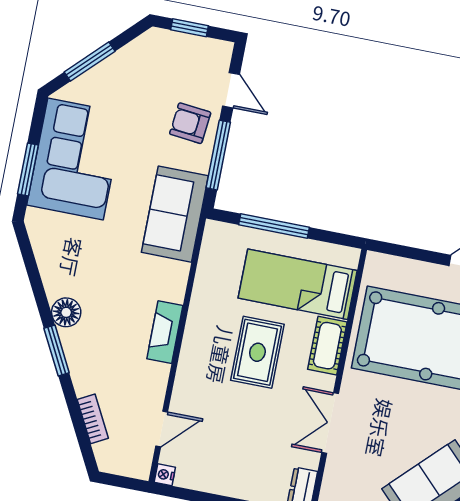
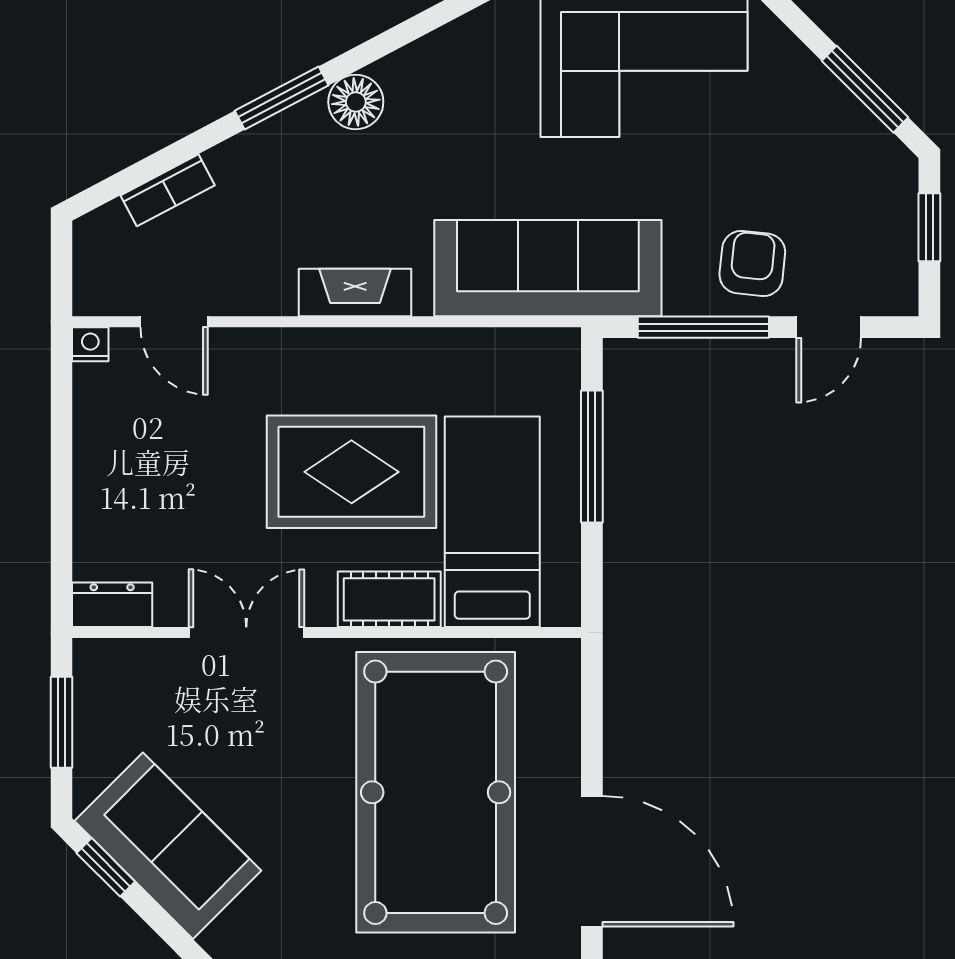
window: (90, 62) -> (865, 89), moved
sofa: (175, 214) -> (548, 268), width x1.36
rug: (257, 352) -> (351, 472), width x1.36, depth x1.43

